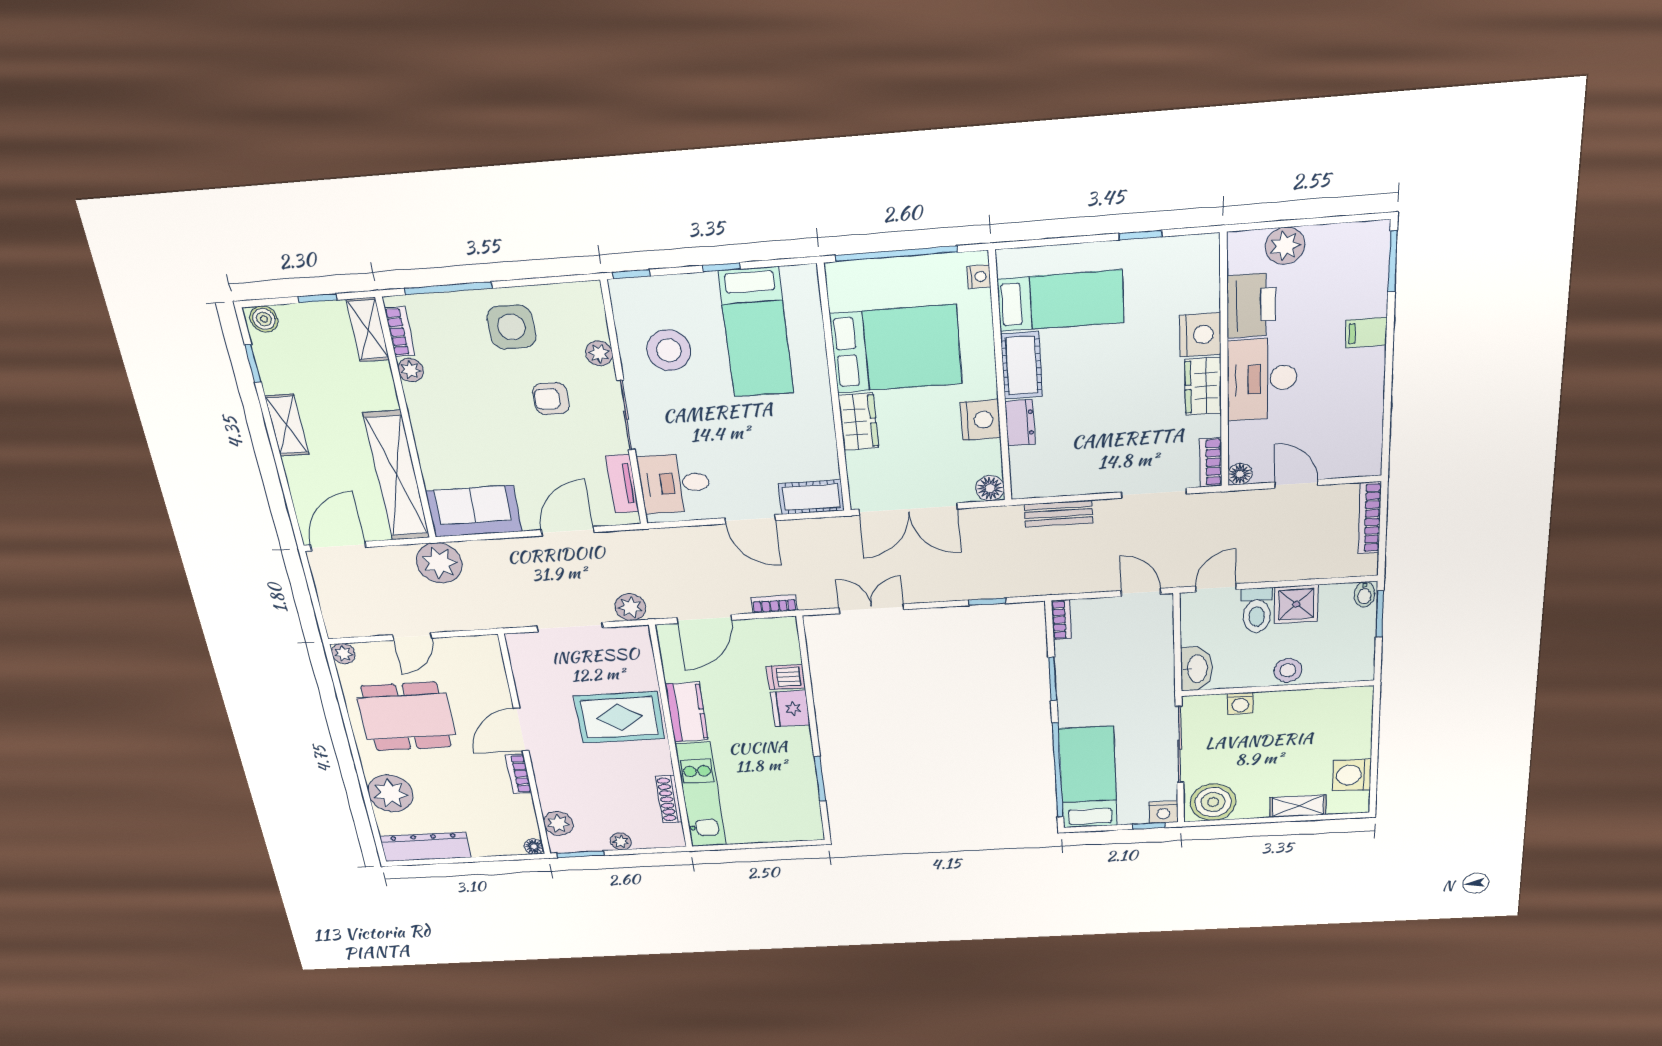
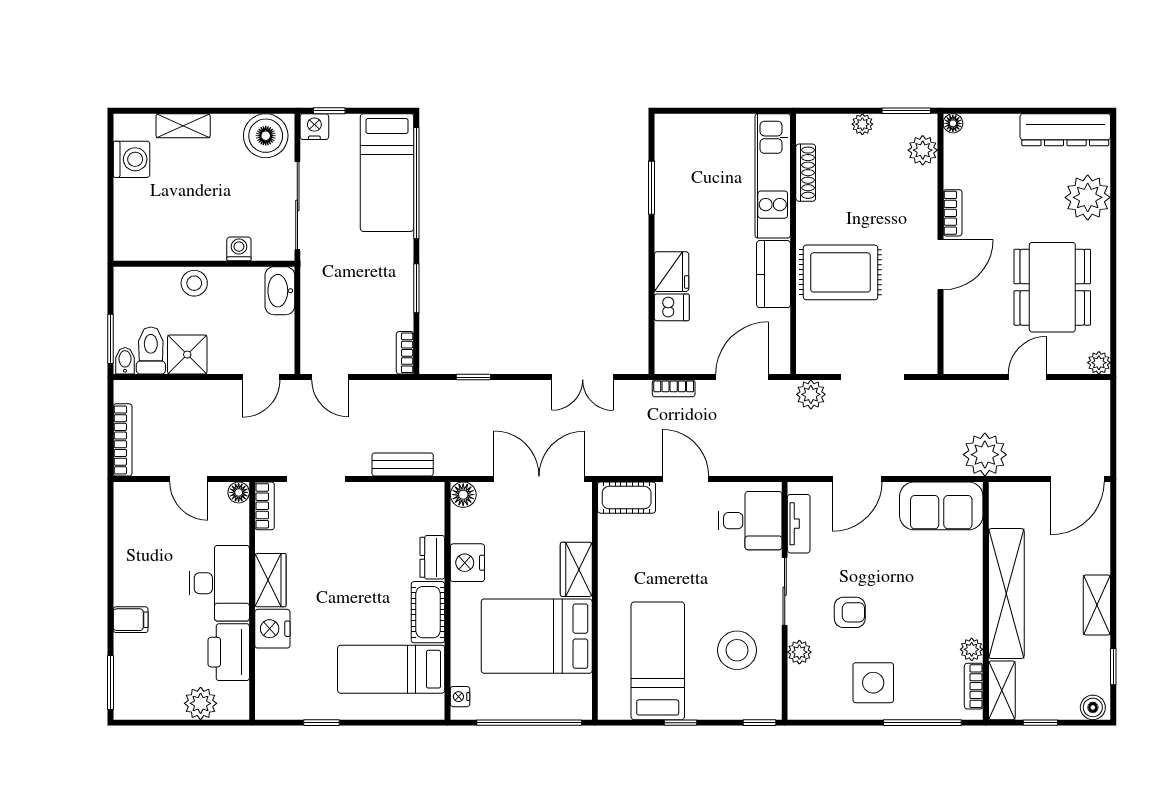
shelving: (397, 476) -> (1006, 594), moved
toilet: (1257, 610) -> (151, 350), moved
dining table: (406, 717) -> (1052, 287), turned 90

